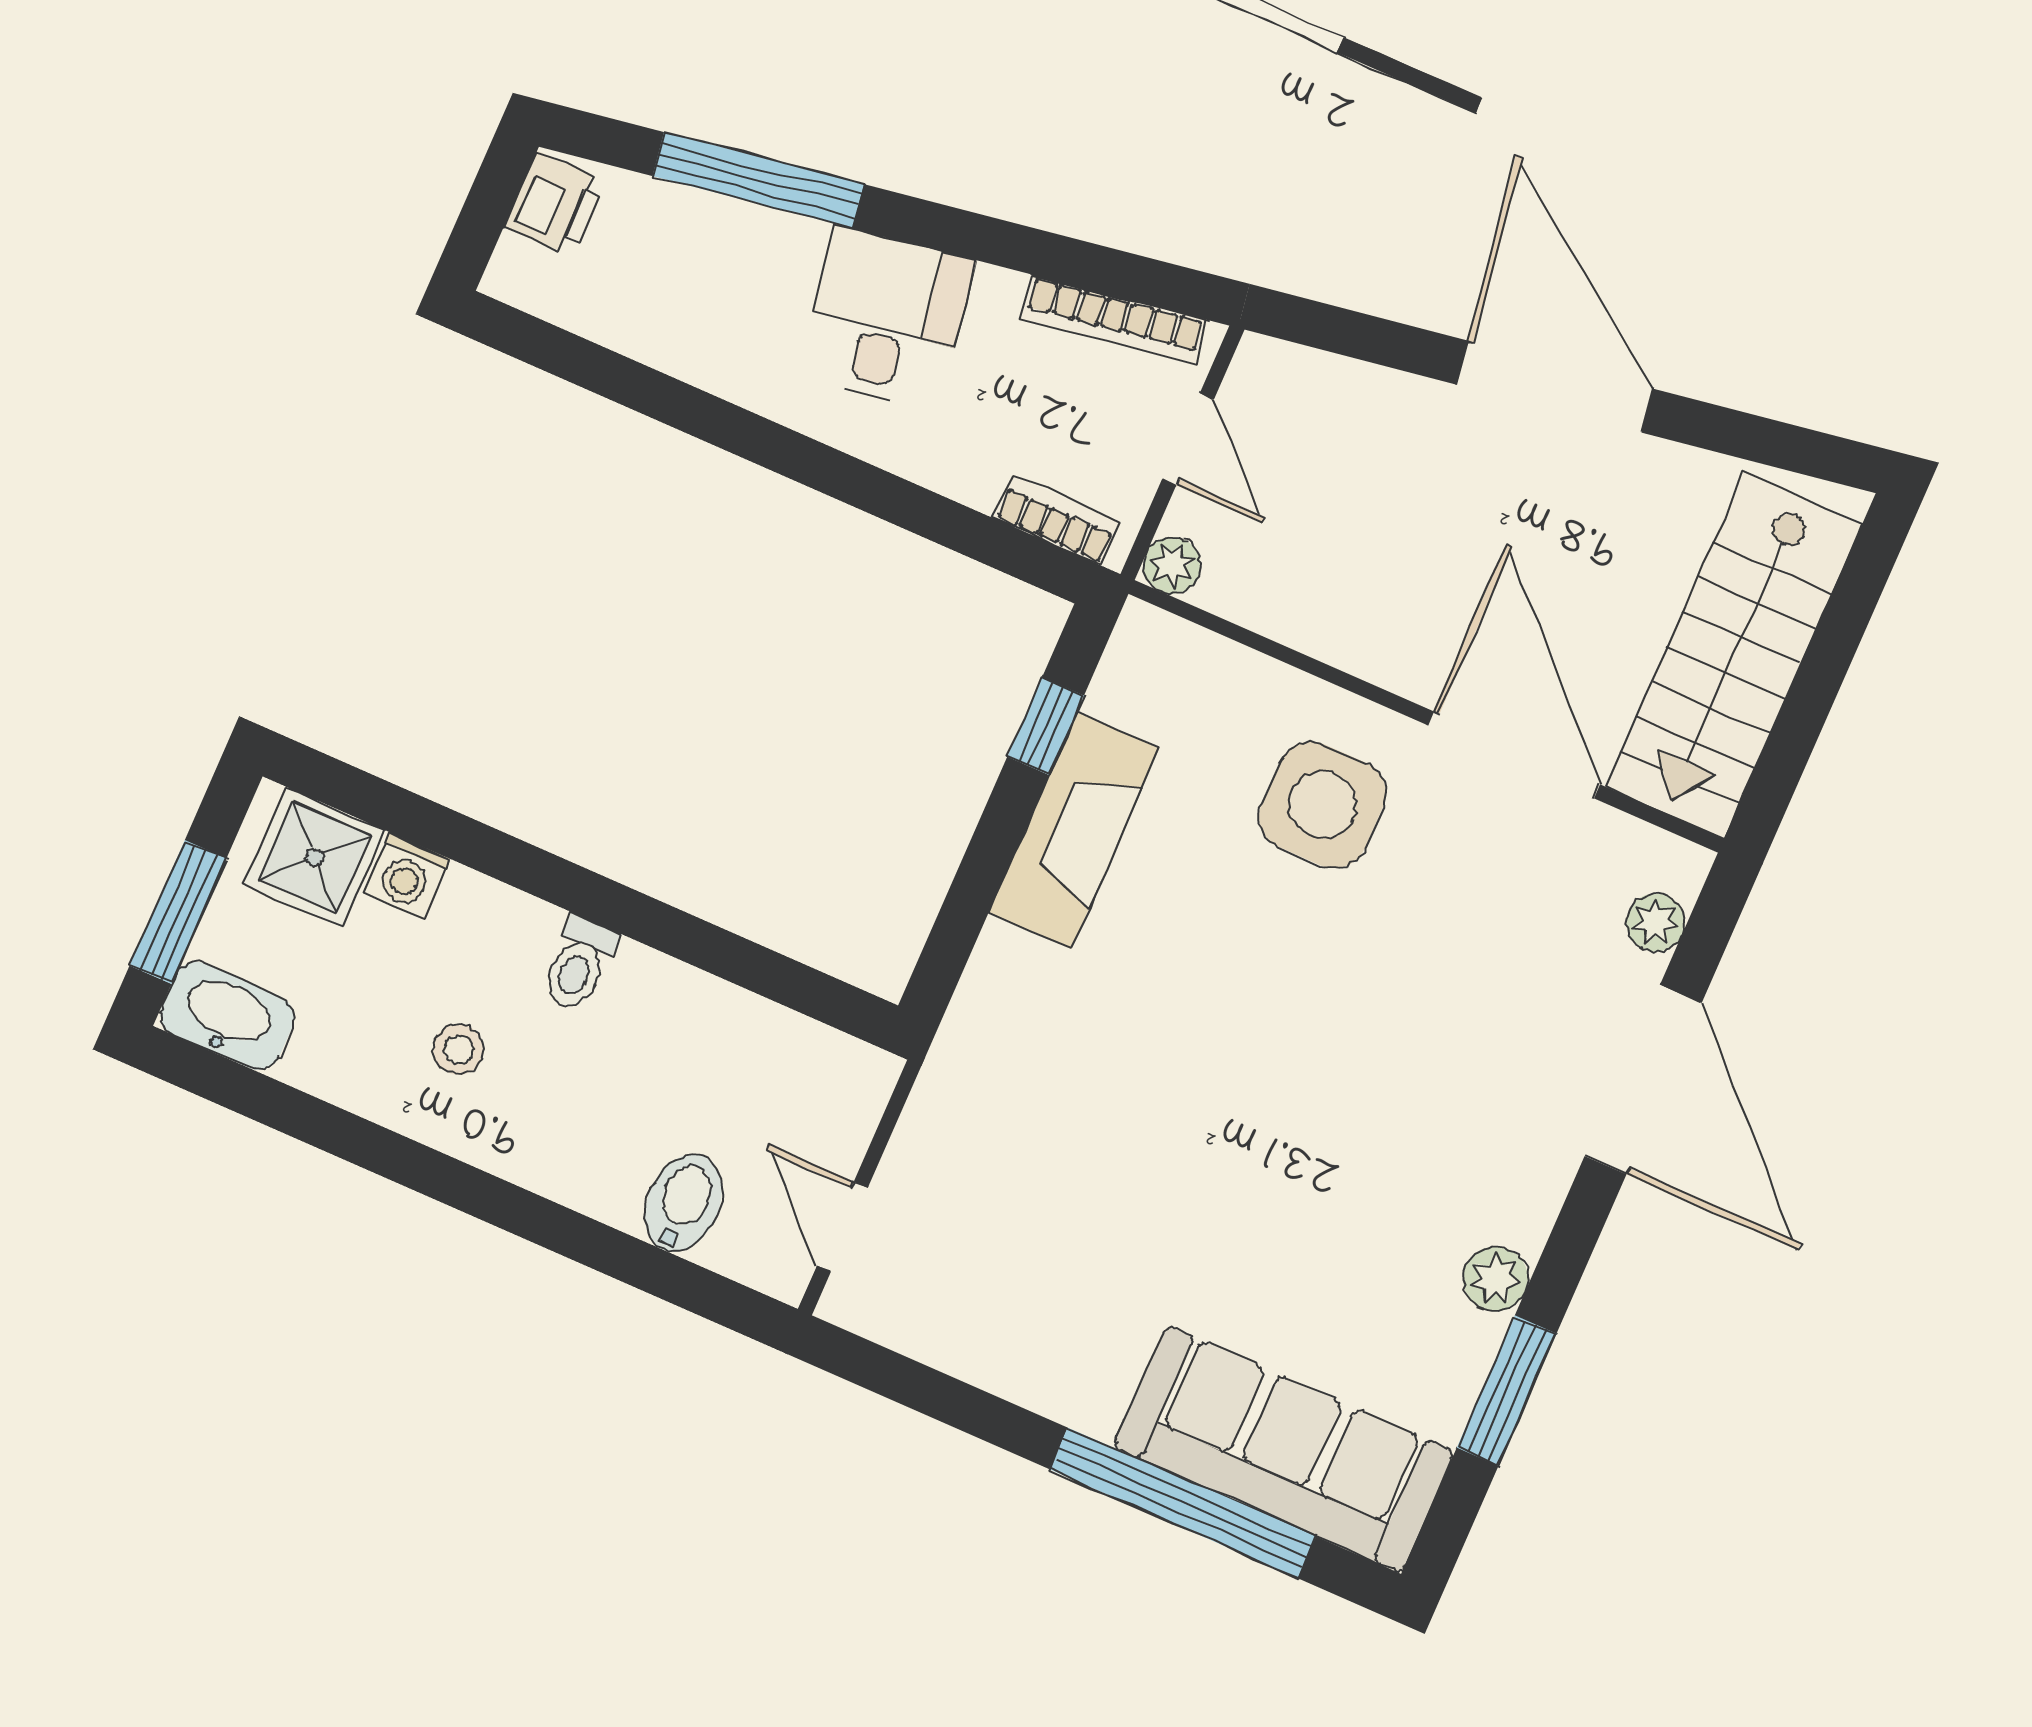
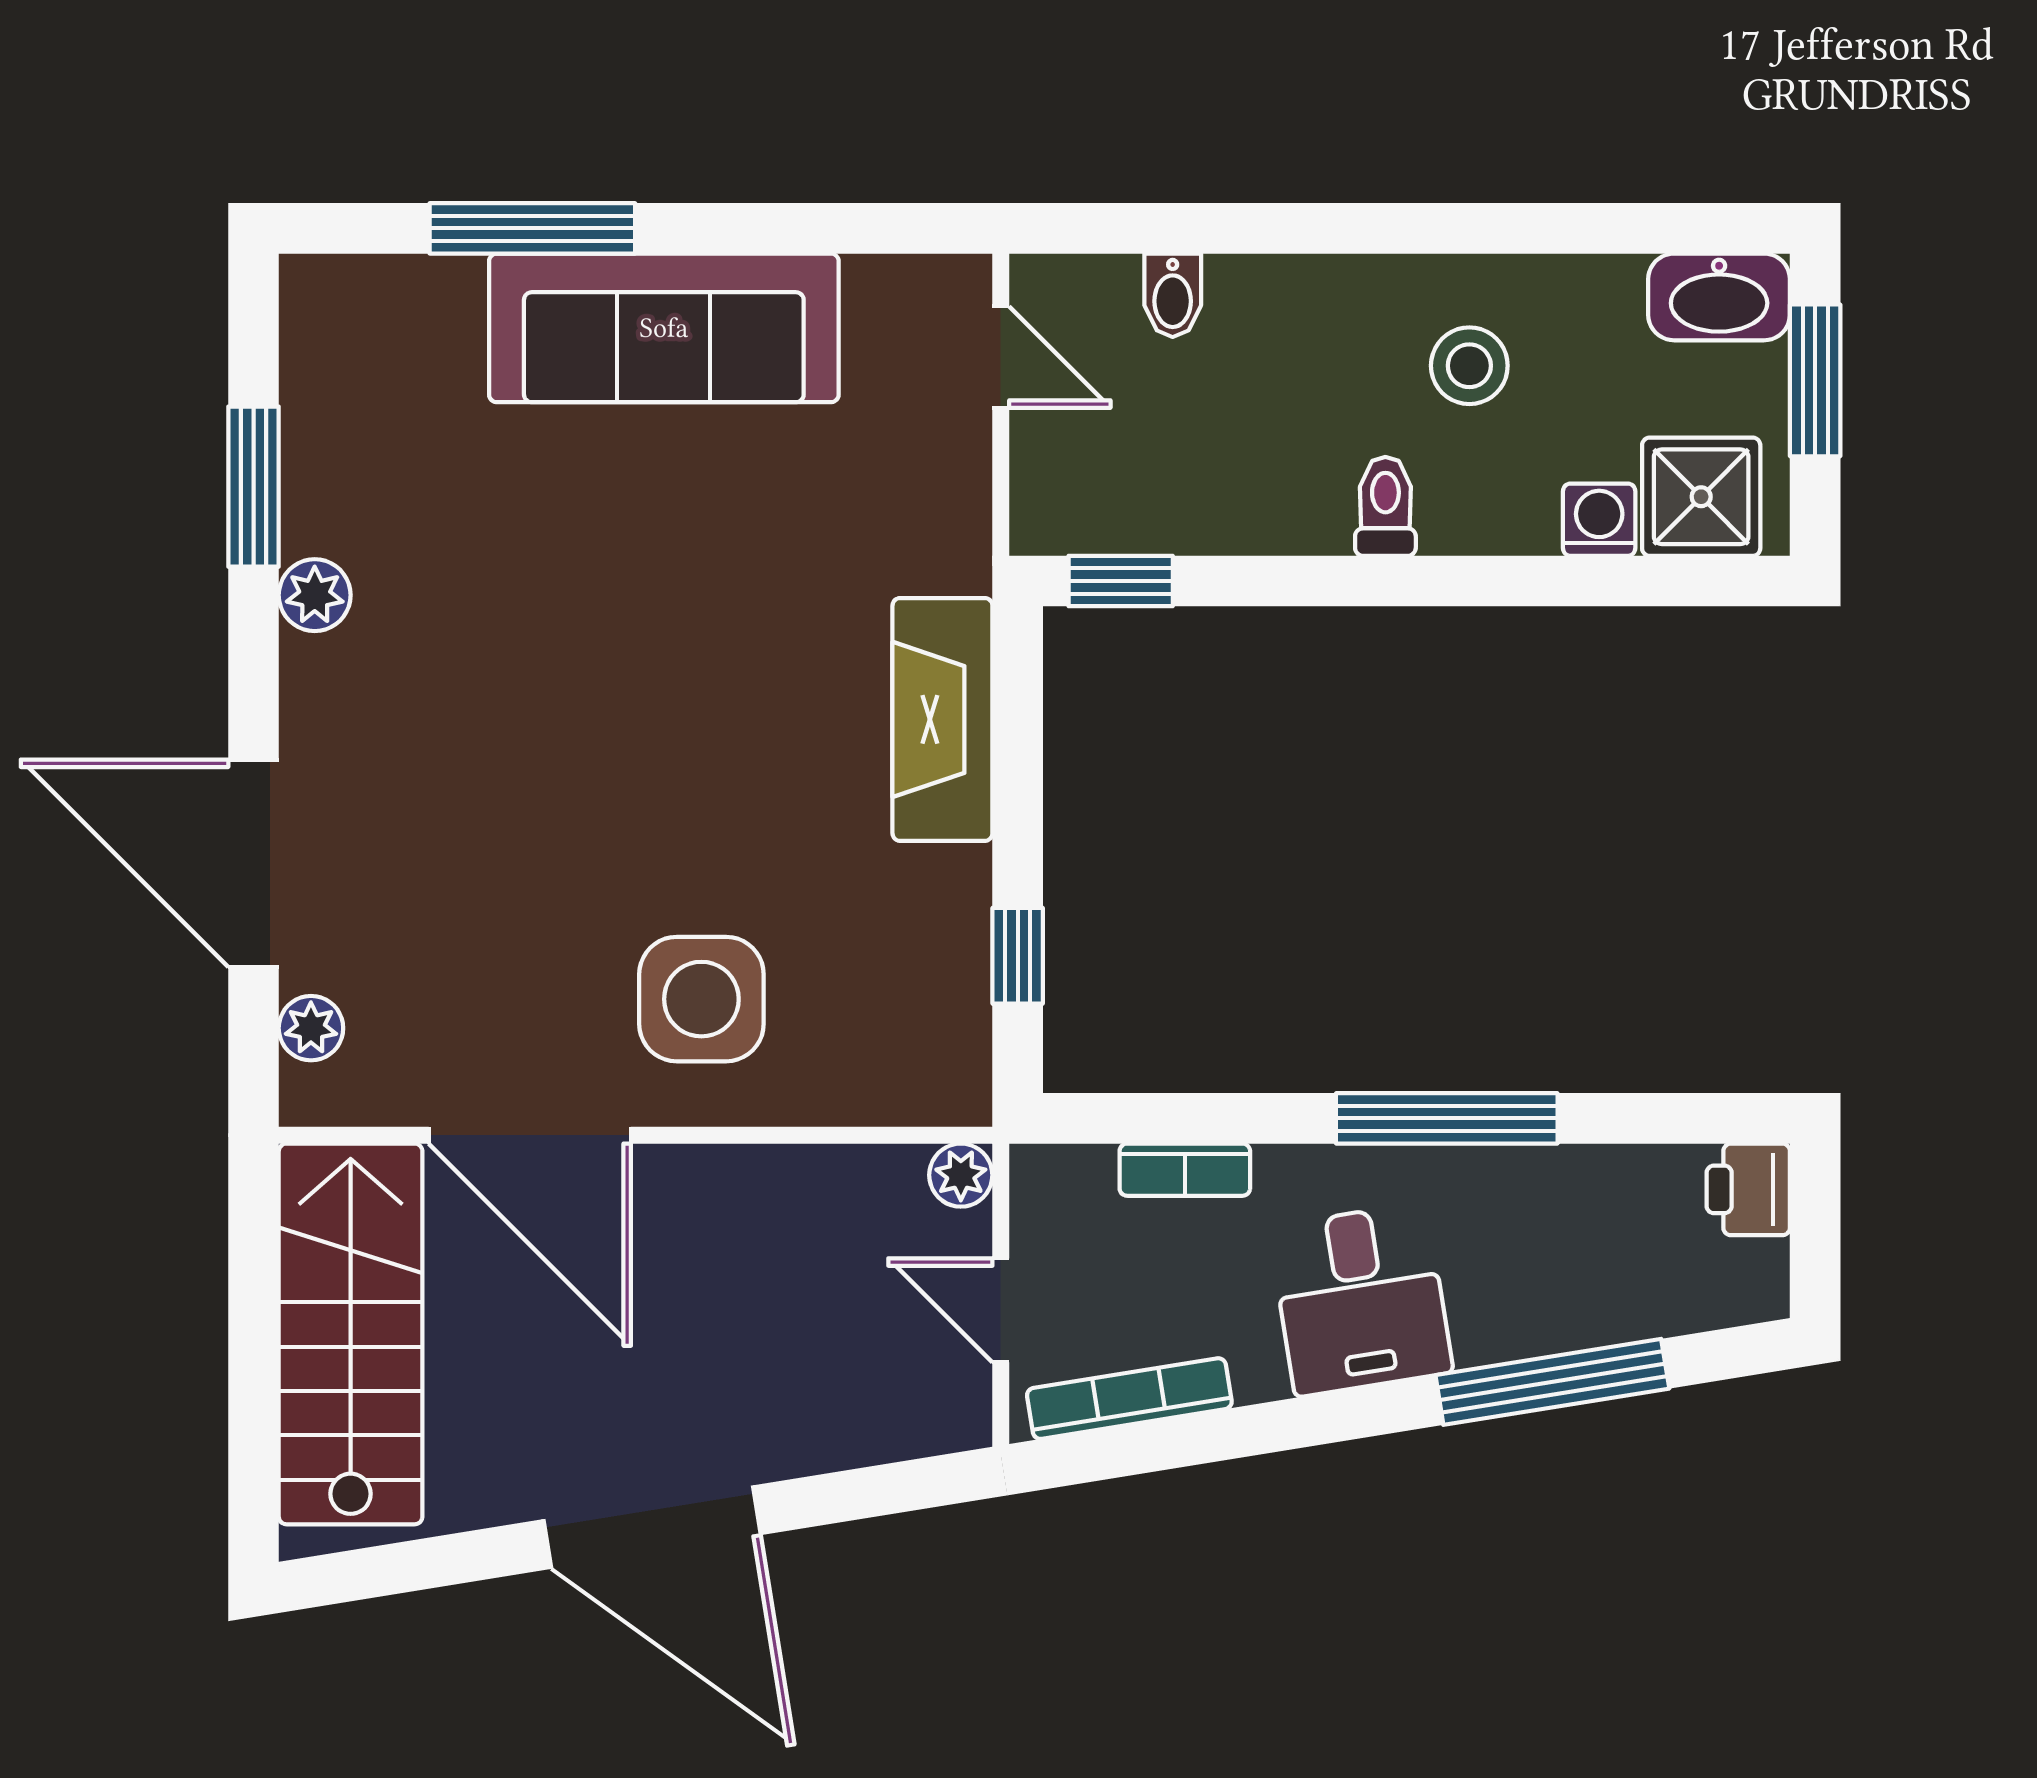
printer: (555, 204) -> (1748, 1189), moved
window: (750, 436) -> (1447, 1118), added
bookcase: (1057, 520) -> (1185, 1170), moved
fireplace: (1074, 830) -> (942, 719), moved
window: (825, 998) -> (1121, 581), added
stool: (458, 1050) -> (1469, 366), width x1.37, depth x1.37
bidet: (683, 1203) -> (1173, 295), width x0.72, depth x0.74
sofa: (1284, 1449) -> (664, 328), moved
window: (1183, 1503) -> (532, 228), width x0.68

